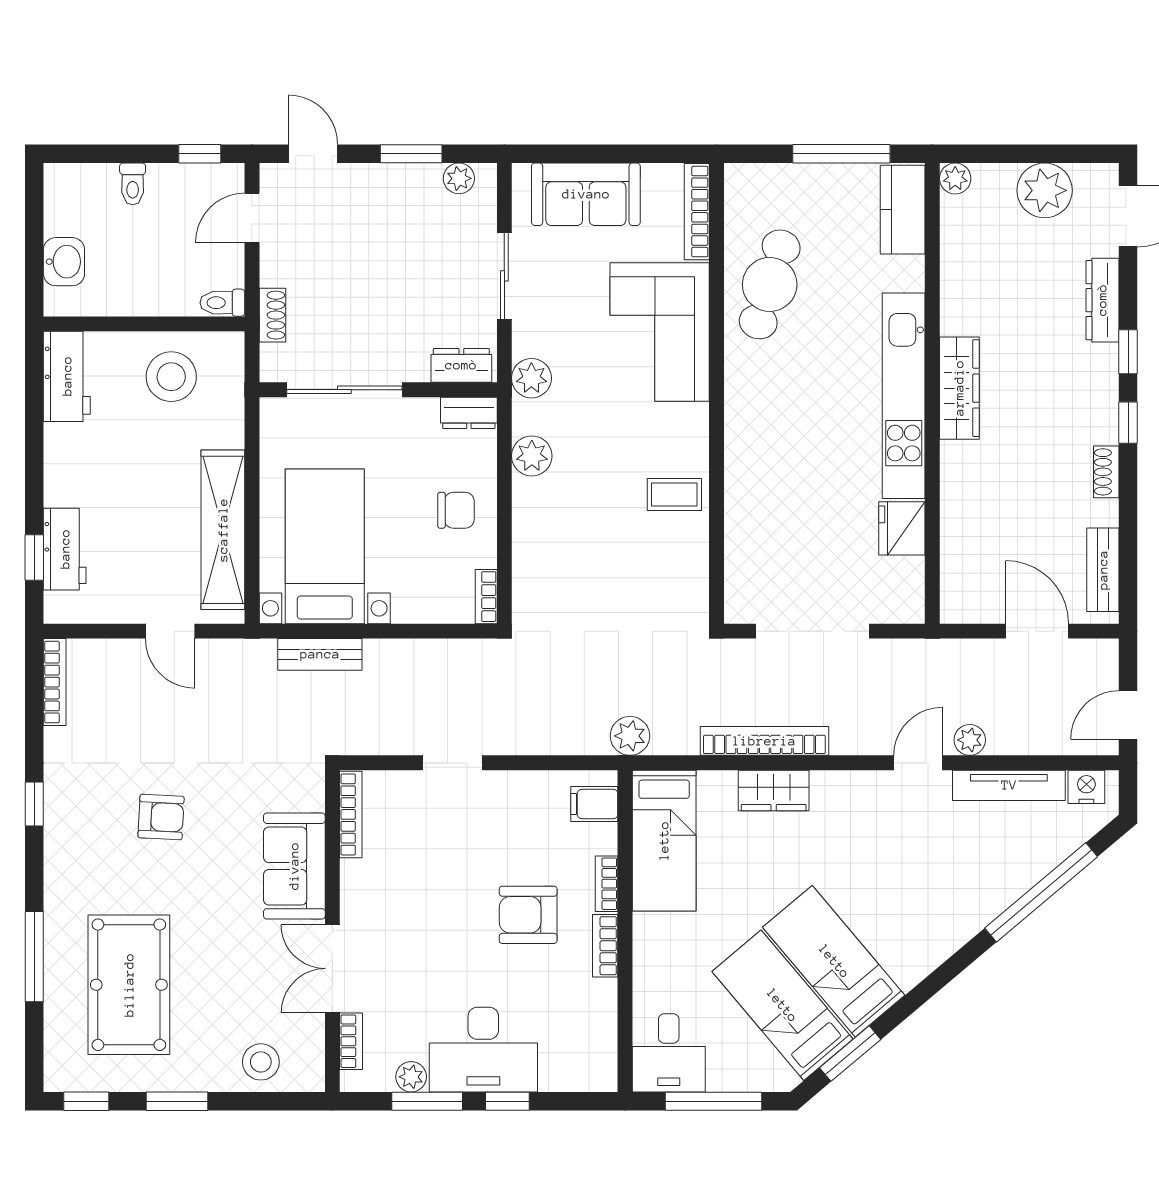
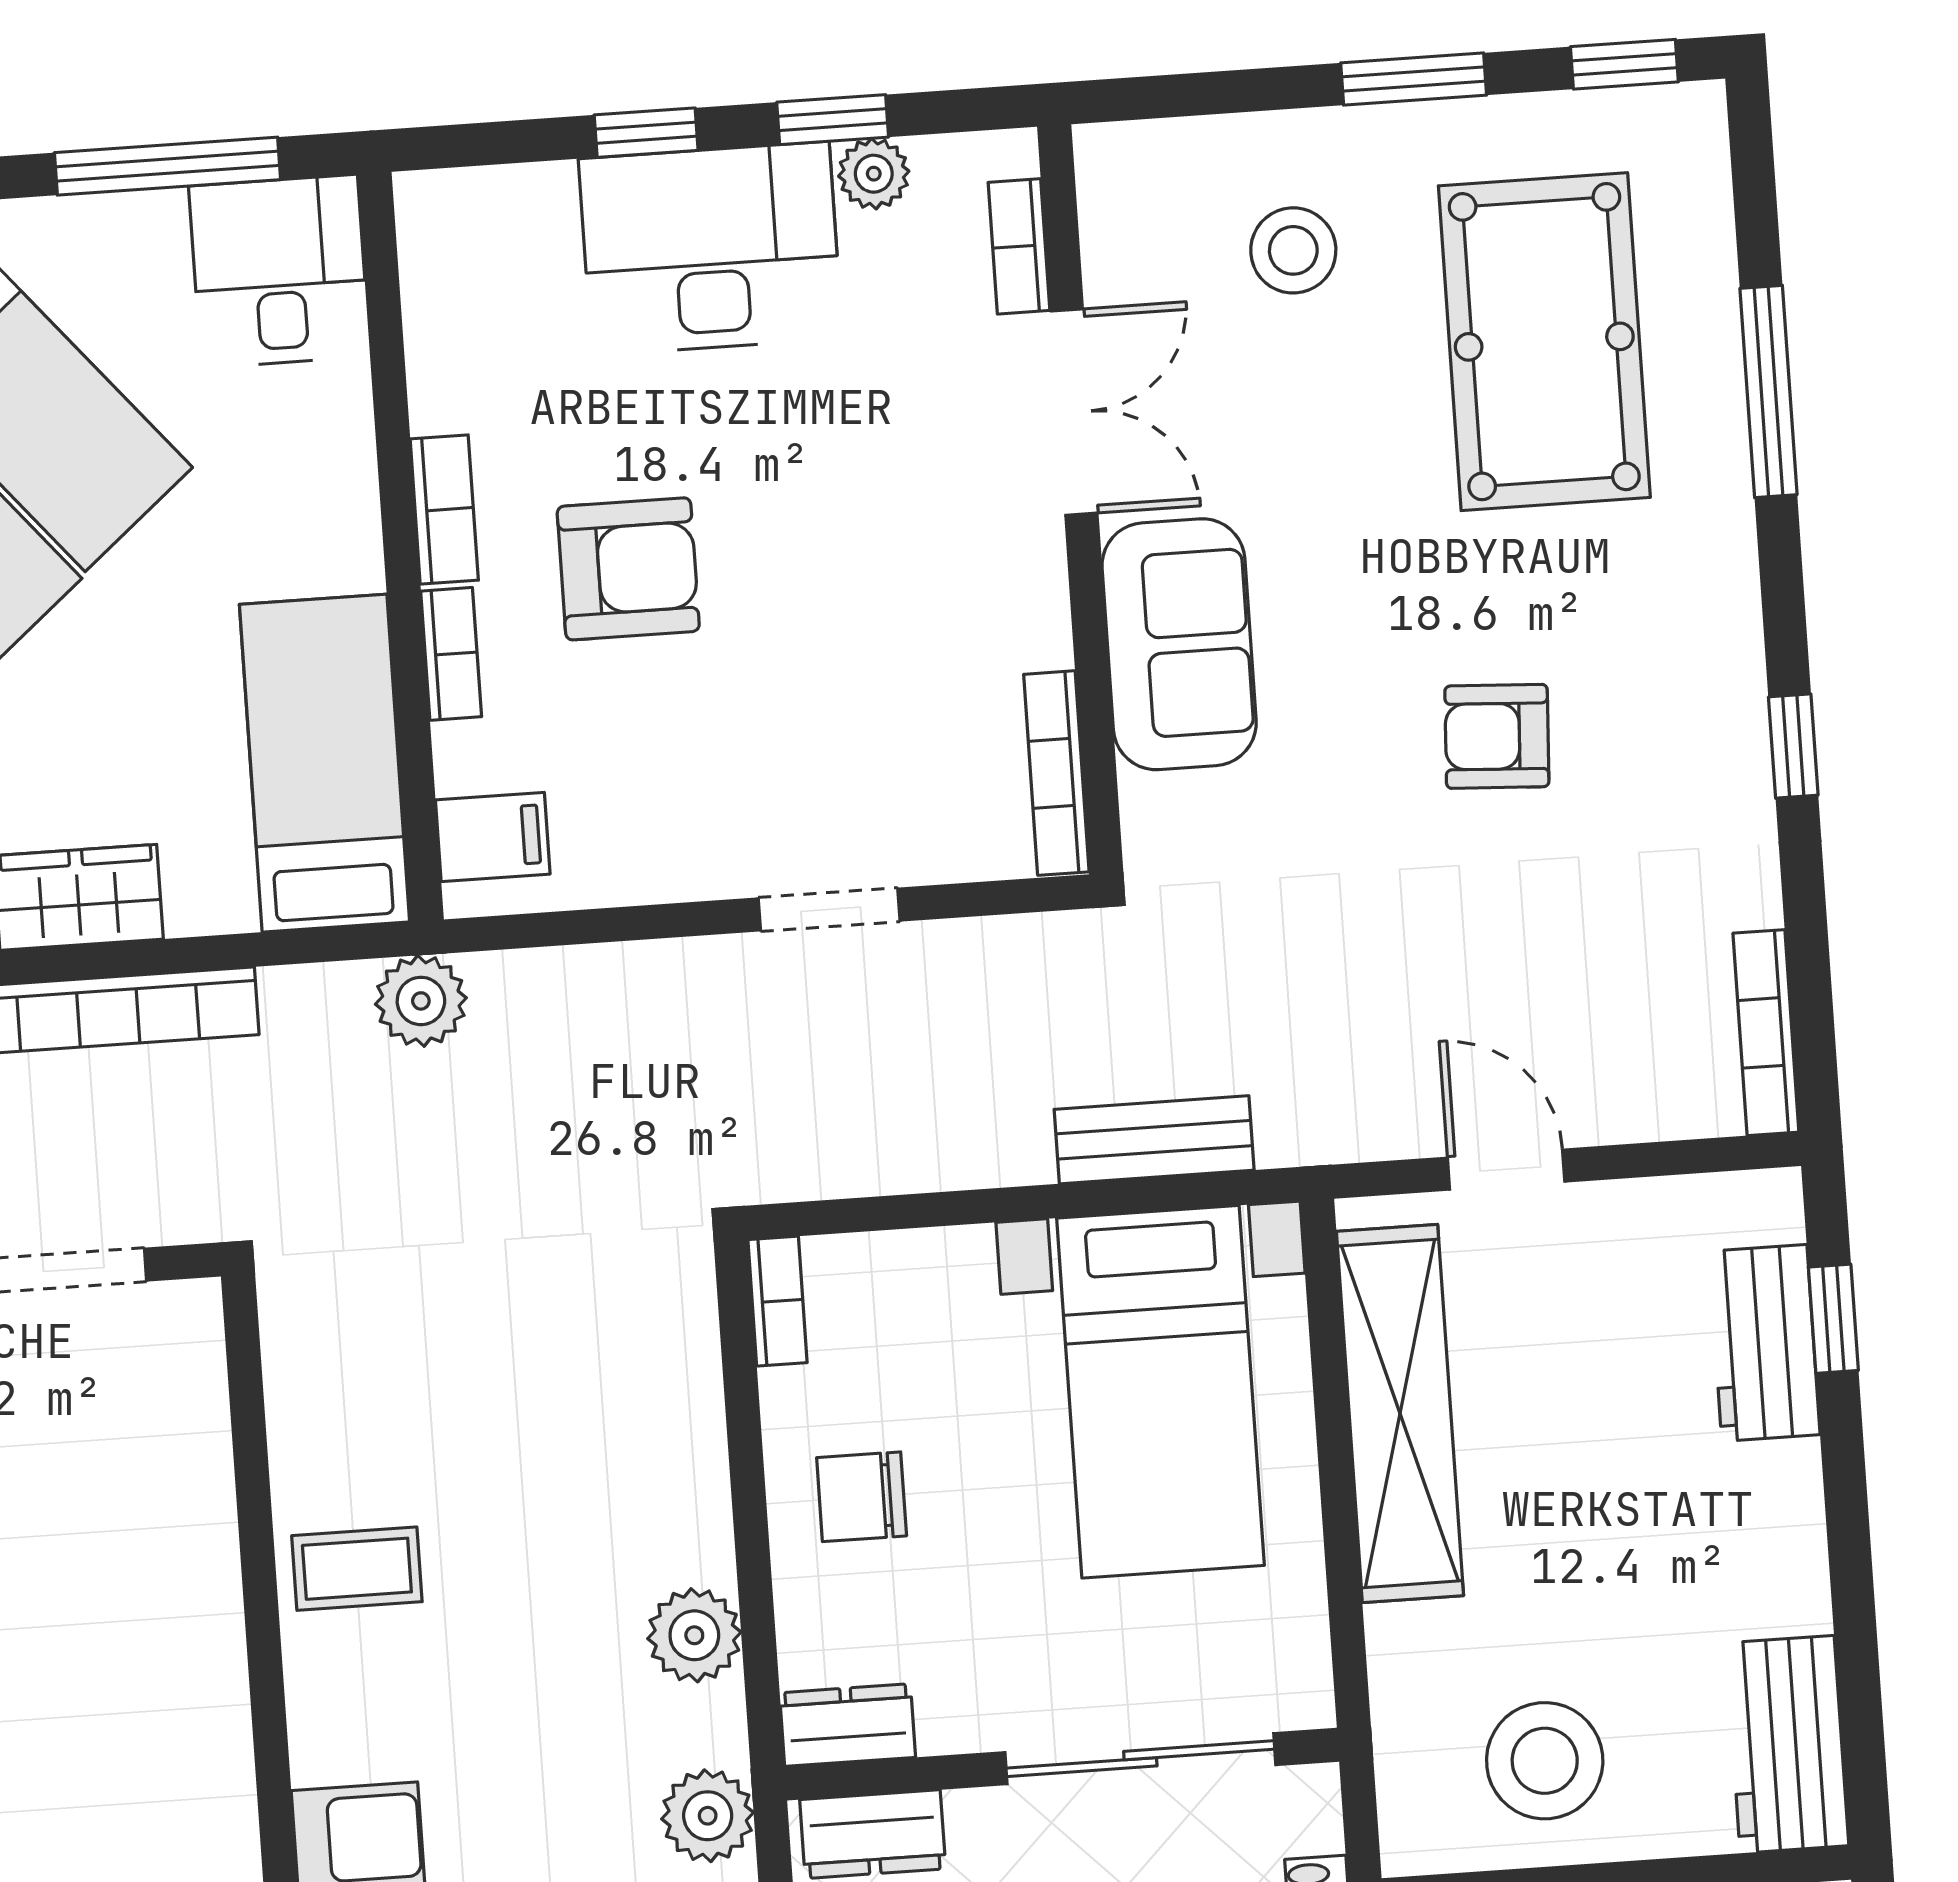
stool: (261, 1062) -> (1293, 250), moved
window: (427, 1101) -> (833, 120), width x0.67

